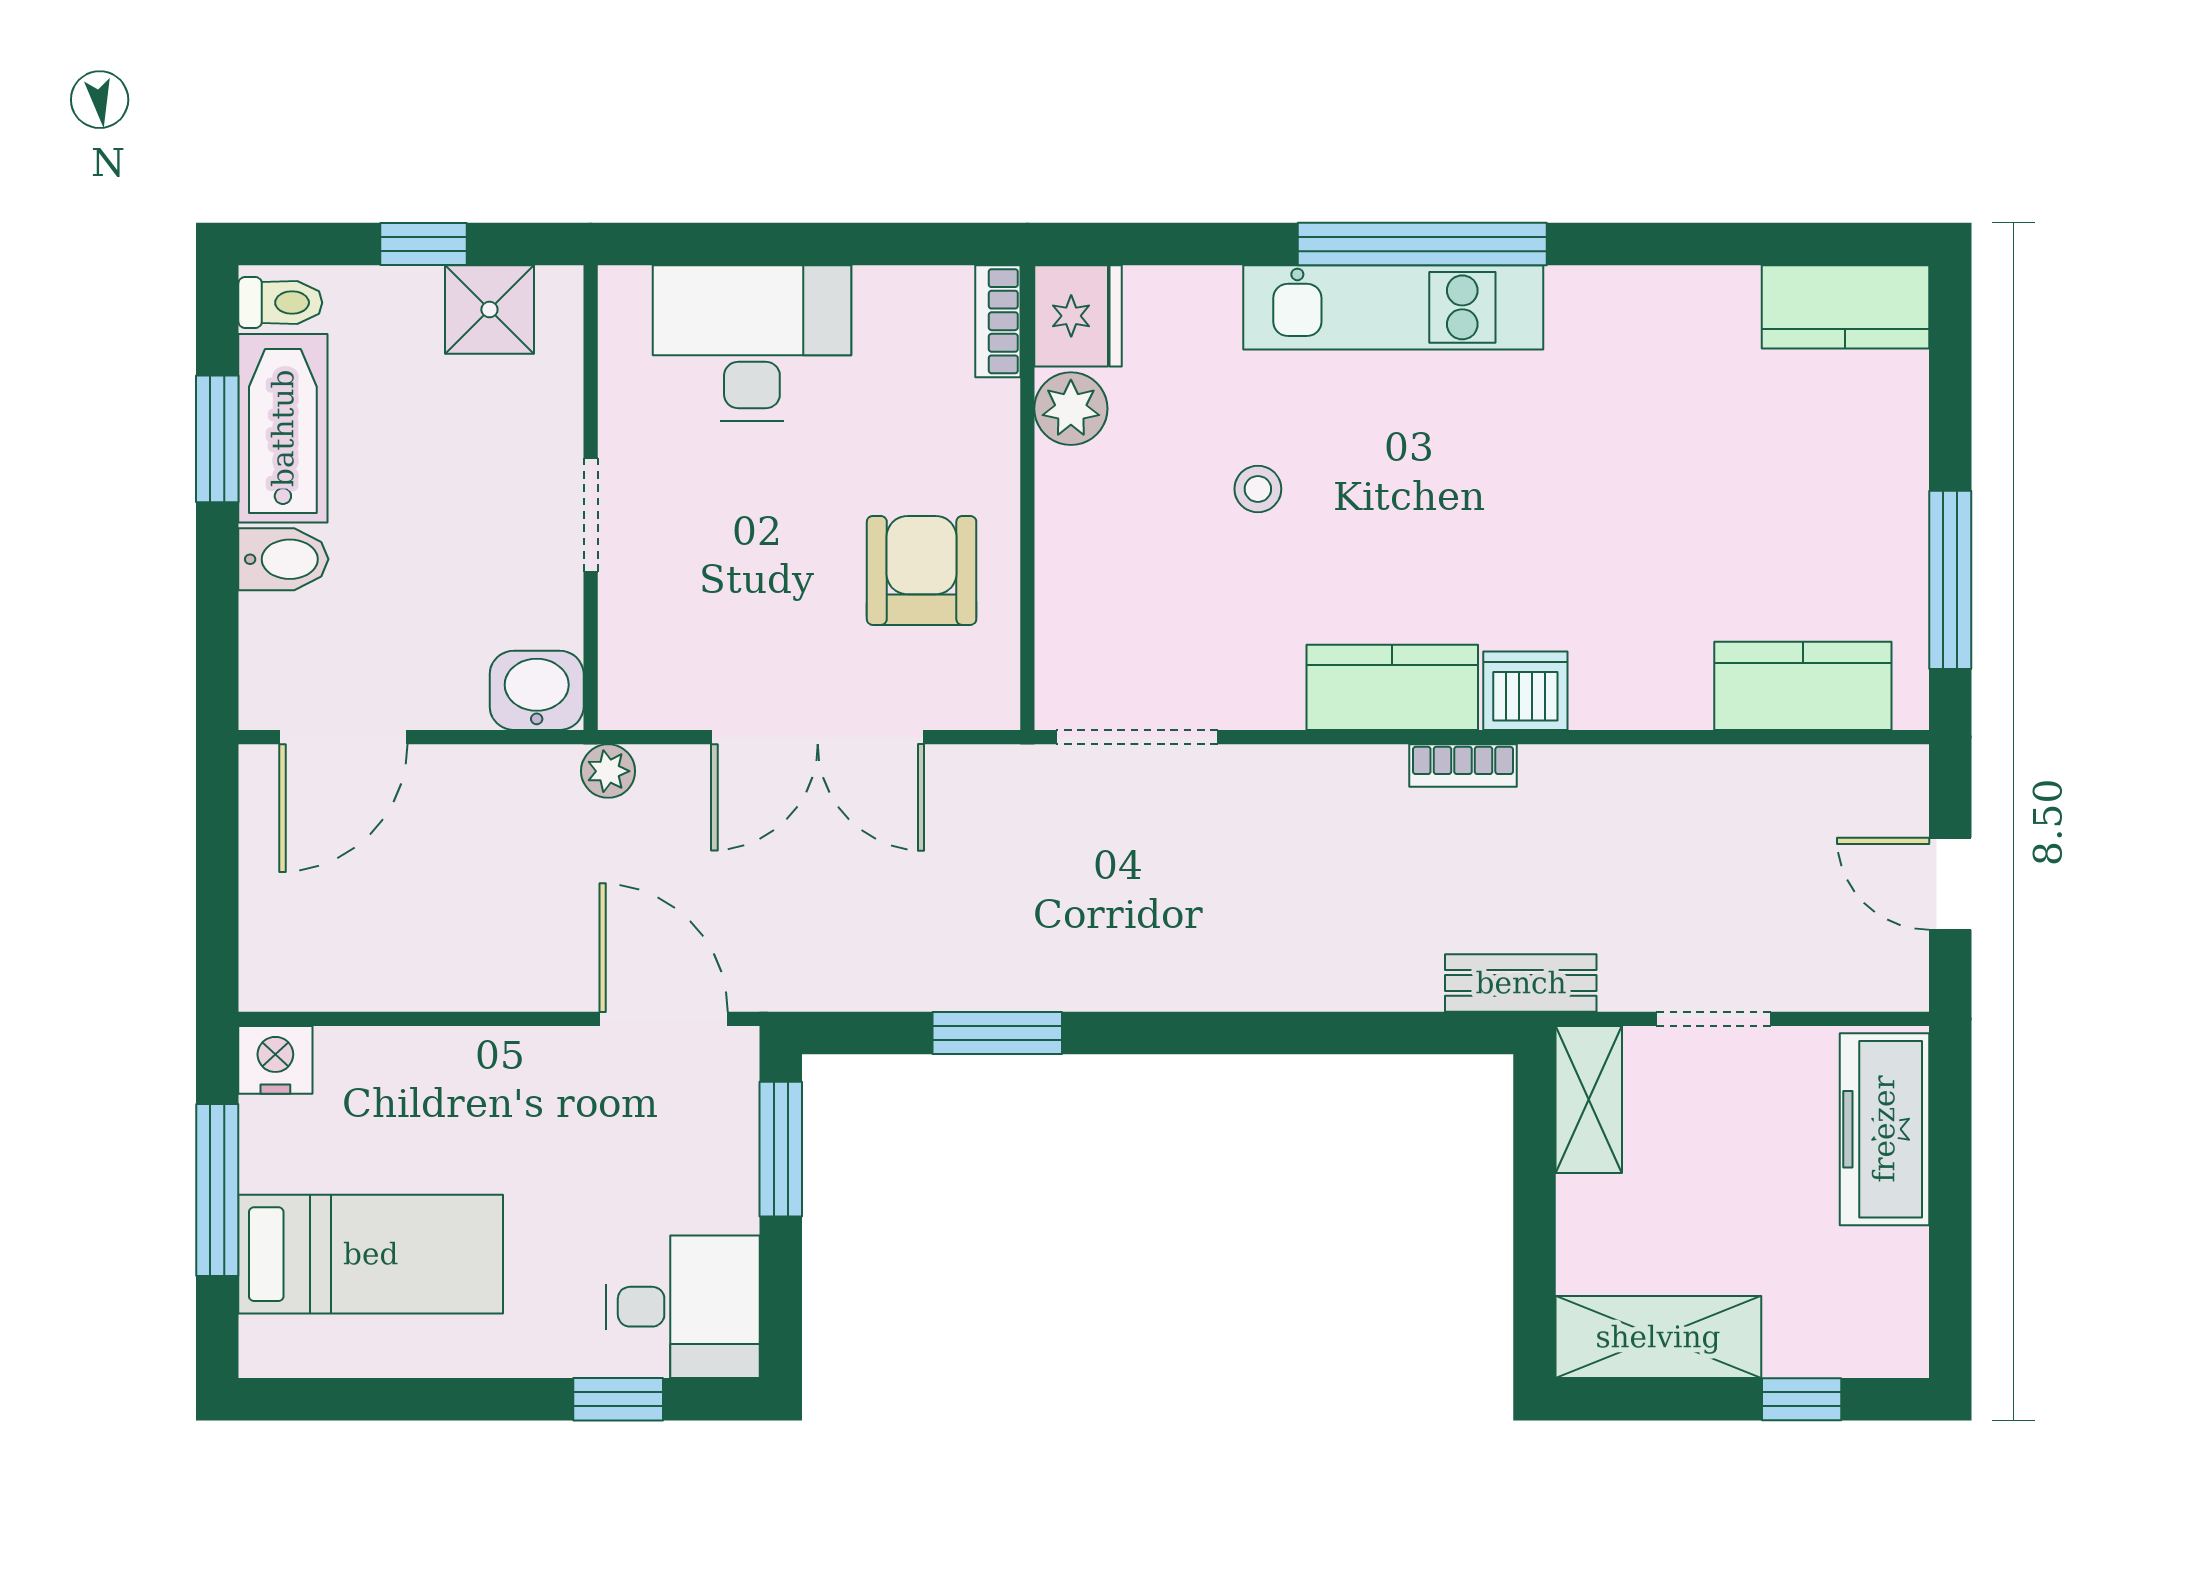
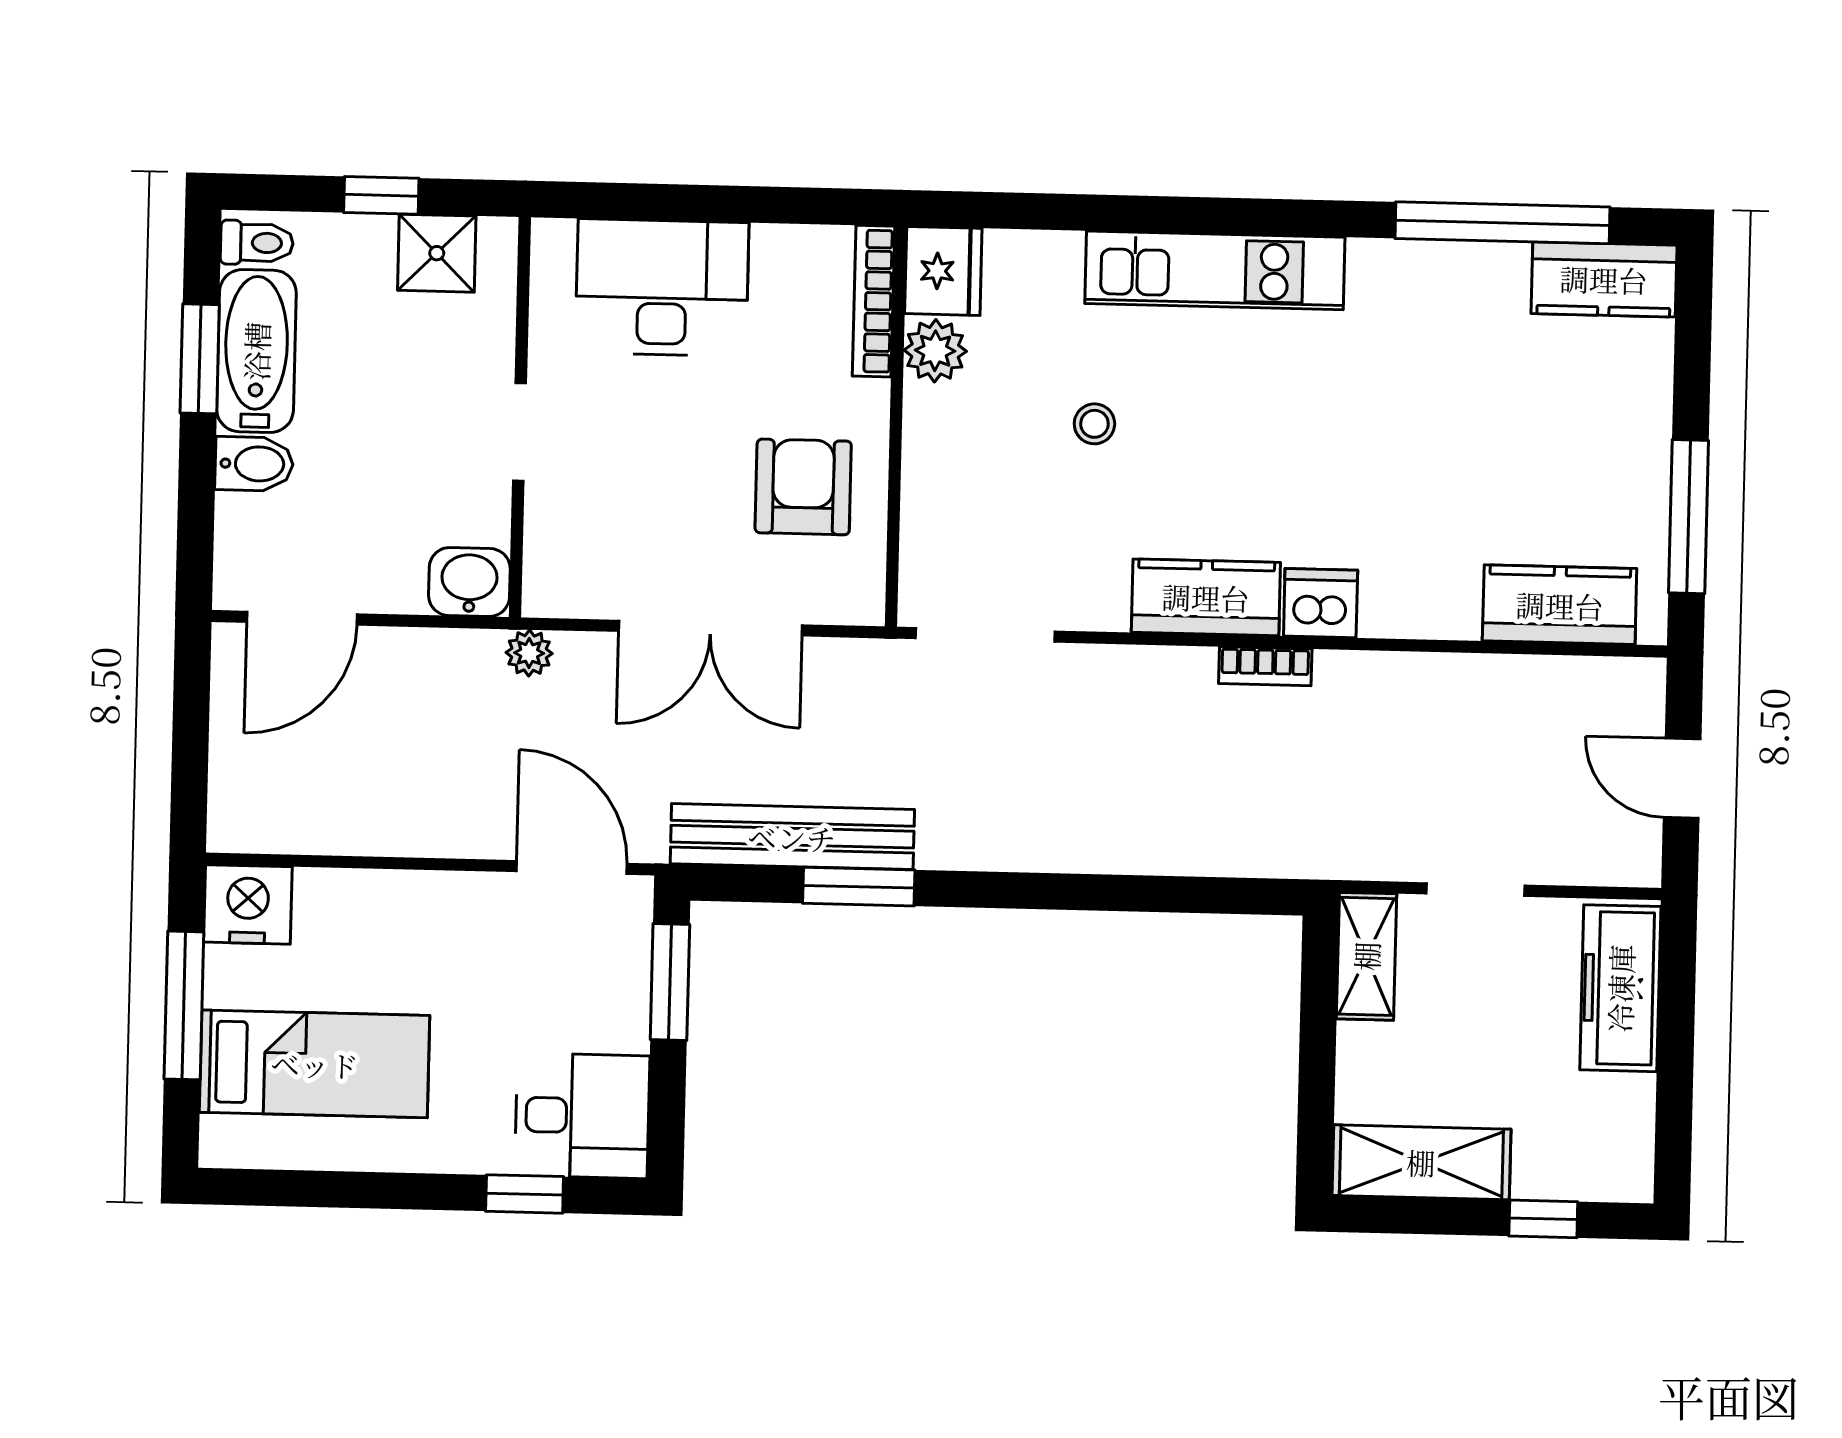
window: (1422, 244) -> (1503, 223), moved
bookcase: (998, 321) -> (874, 301), width x1.56
bench: (1521, 983) -> (792, 837), moved, width x1.86, depth x1.21
nightstand: (275, 1060) -> (248, 904), width x1.36, depth x1.33

